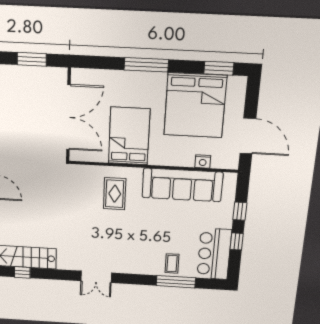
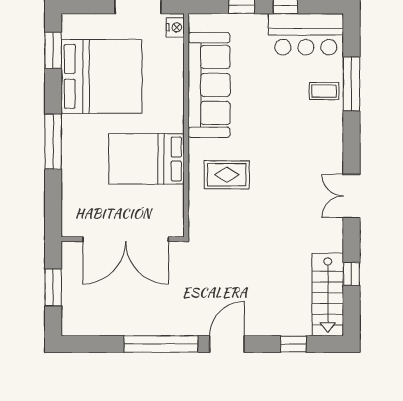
double door: (68, 117) -> (126, 239), swing flipped
nightstand: (203, 161) -> (175, 27), moved
window: (22, 272) -> (351, 274), moved
double door: (96, 277) -> (351, 196), swing flipped

